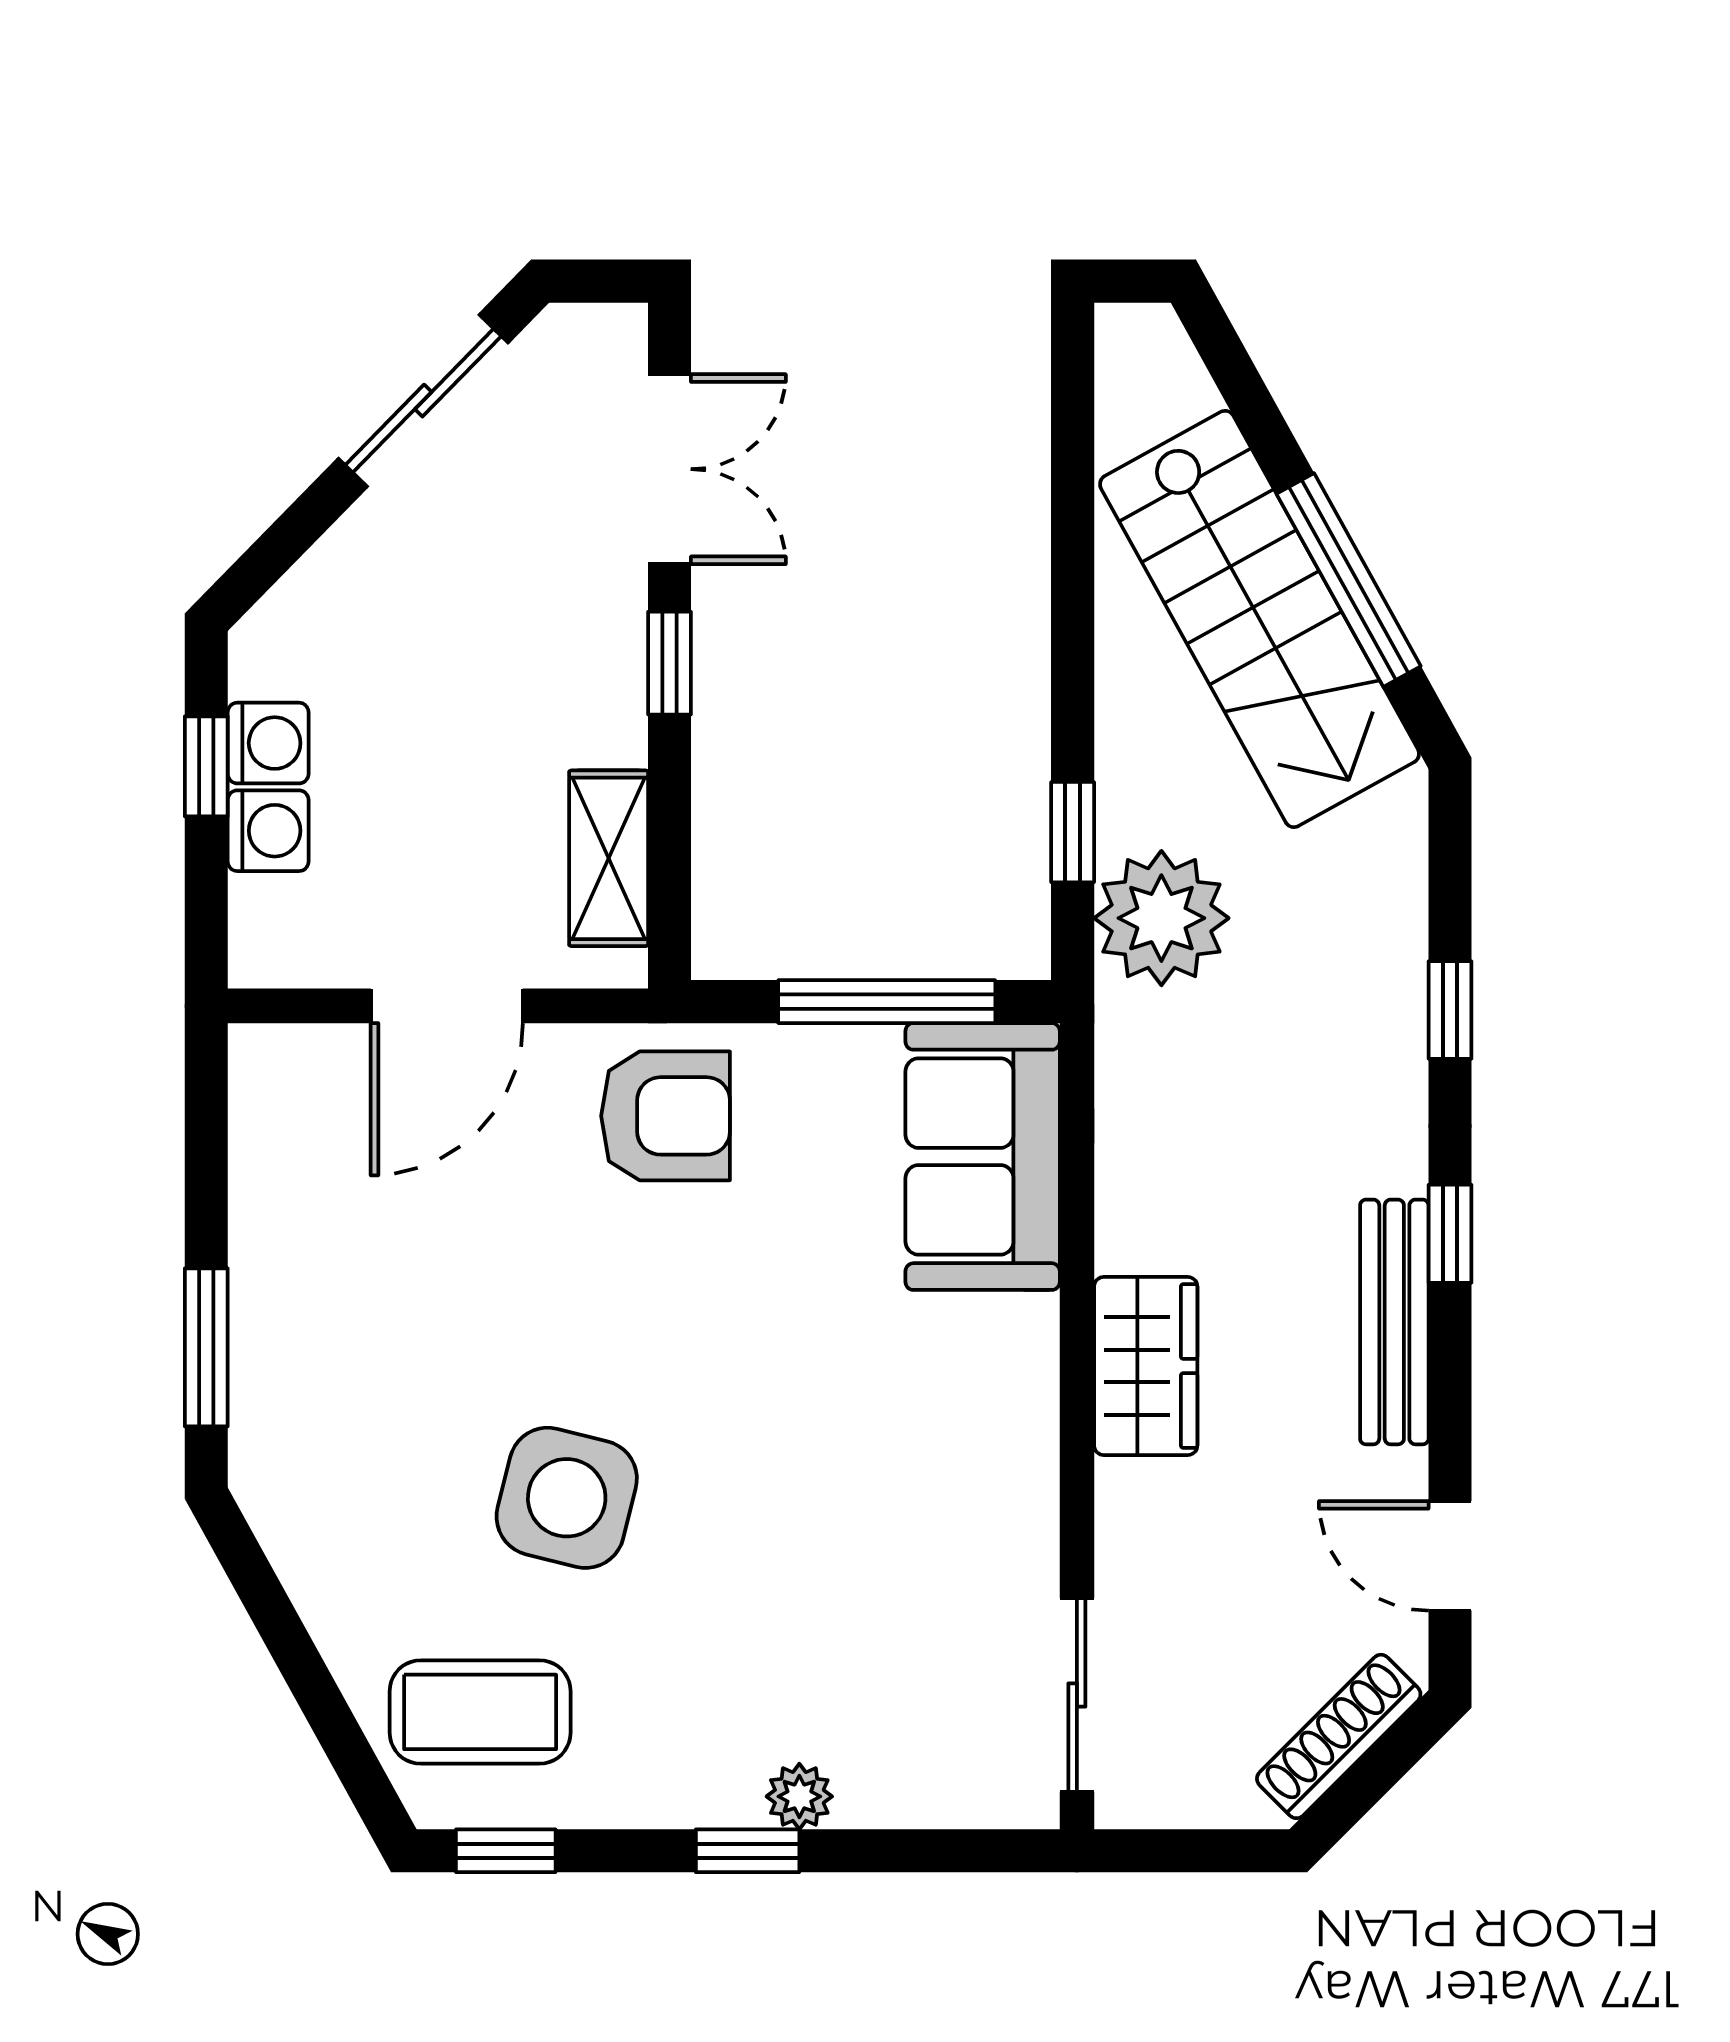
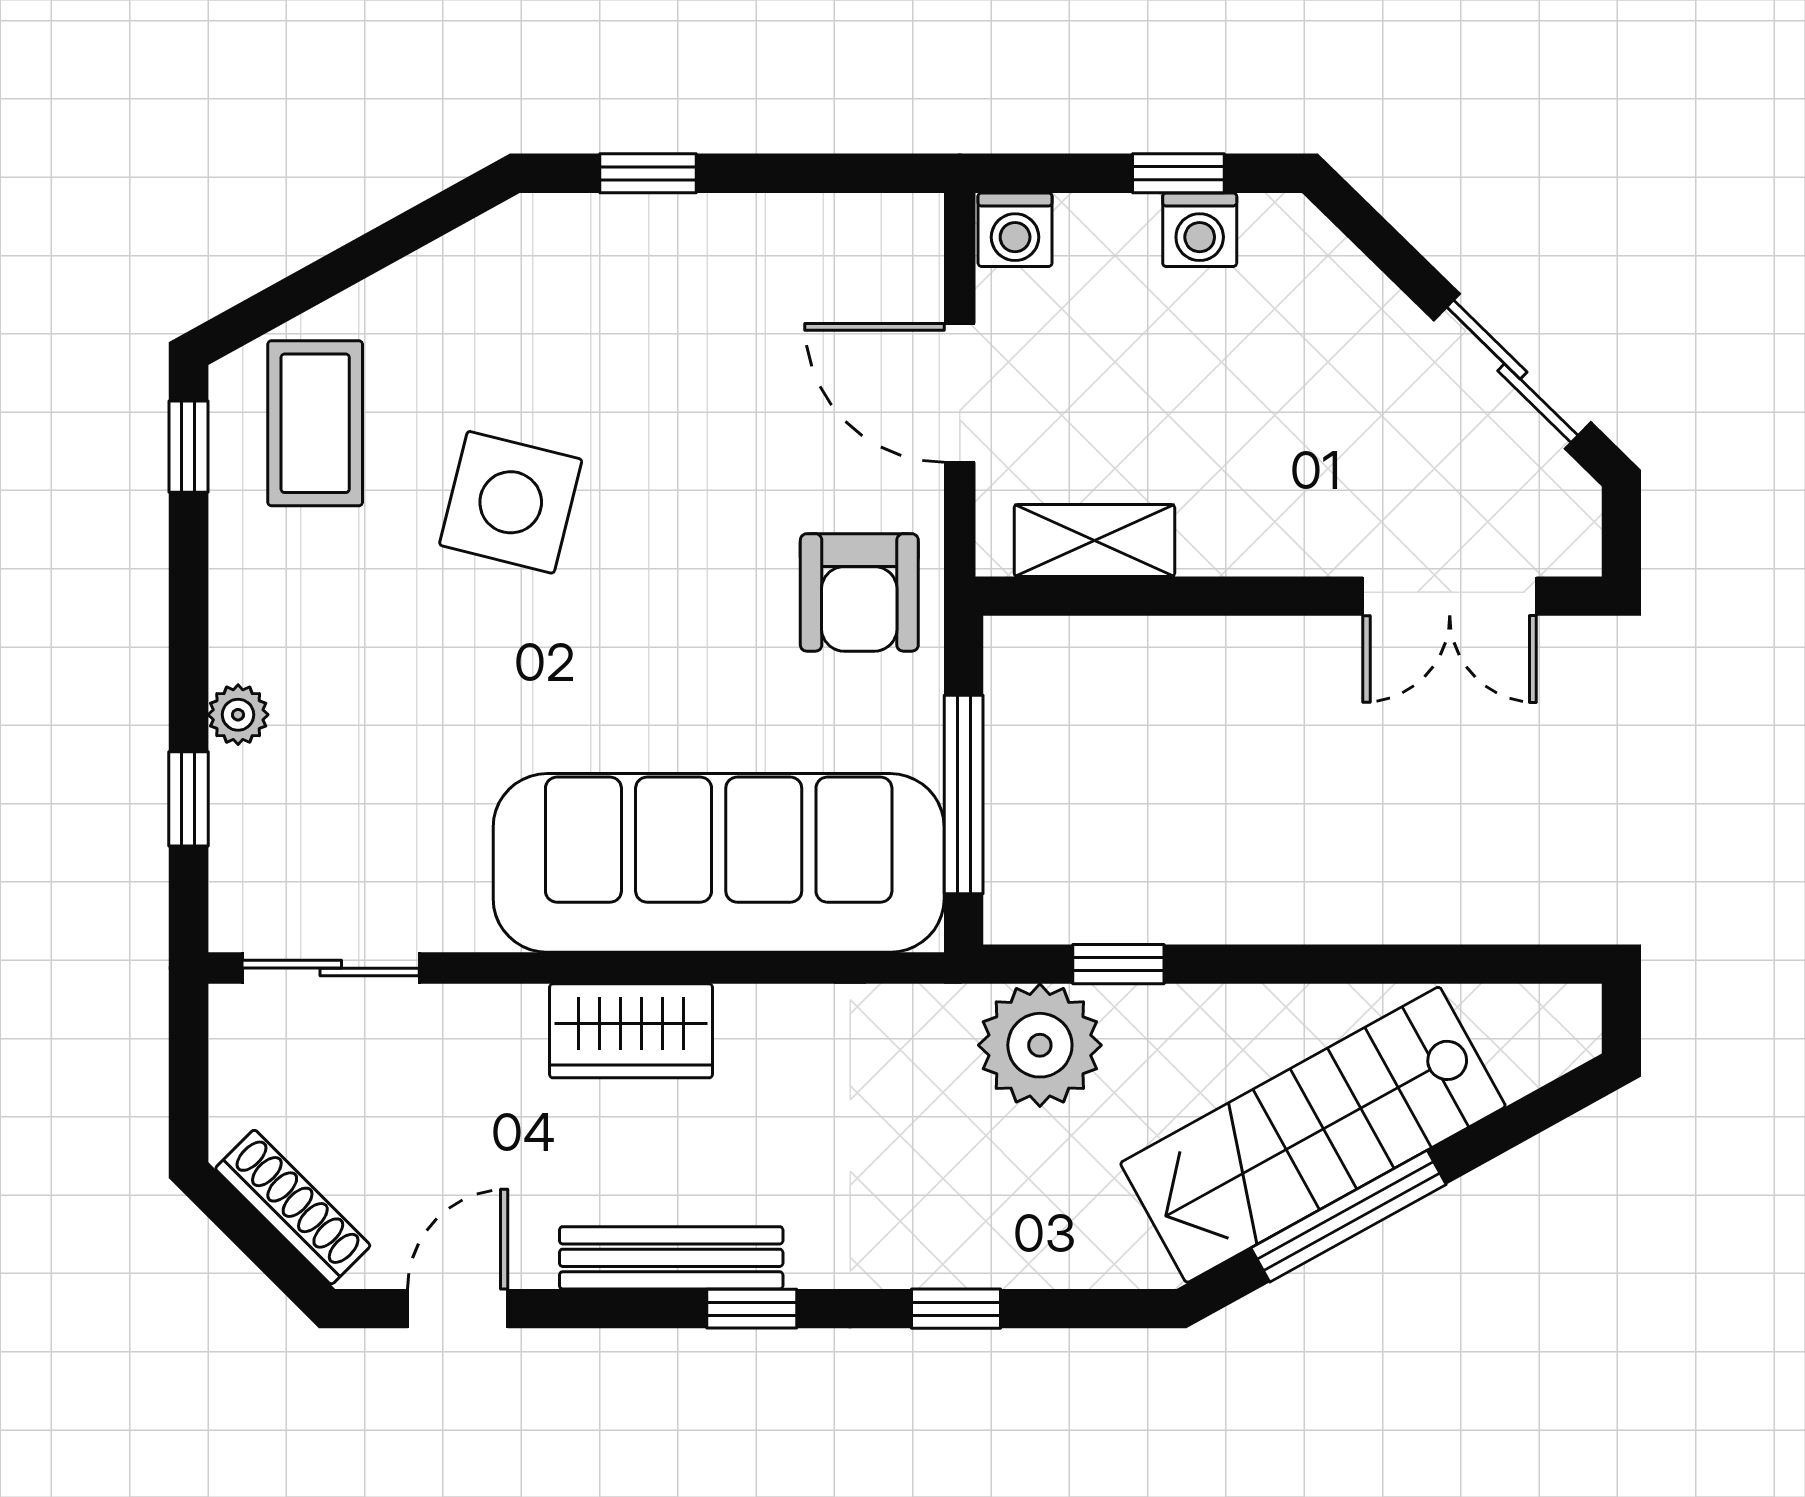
window: (669, 663) -> (1273, 596), removed
washing machine: (268, 831) -> (1015, 230), moved
sofa: (983, 1156) -> (719, 863), width x1.85, depth x1.27
window: (206, 1347) -> (648, 173), width x0.67
window: (748, 1851) -> (188, 799), moved

